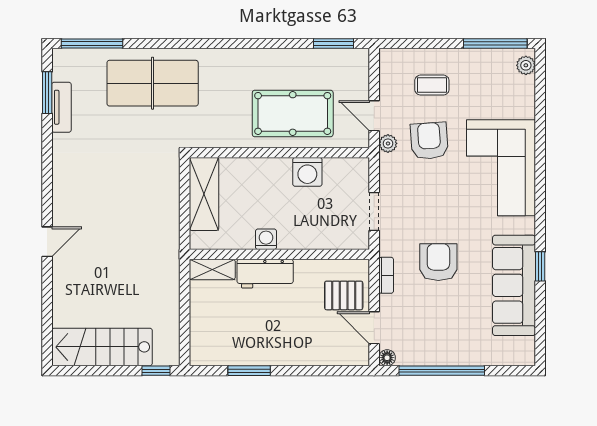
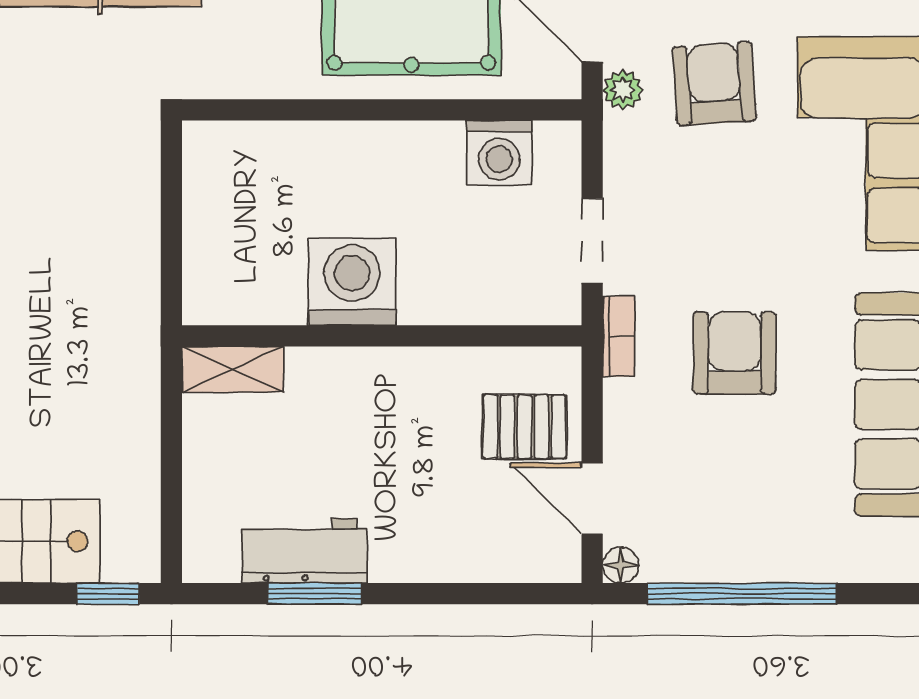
washing machine: (307, 172) -> (499, 153), moved
shelving: (204, 194) -> (214, 202), removed
washing machine: (266, 239) -> (352, 282), width x1.89, depth x1.89
workbench: (265, 274) -> (304, 551), moved, turned 180
bookcase: (386, 275) -> (619, 336), moved

